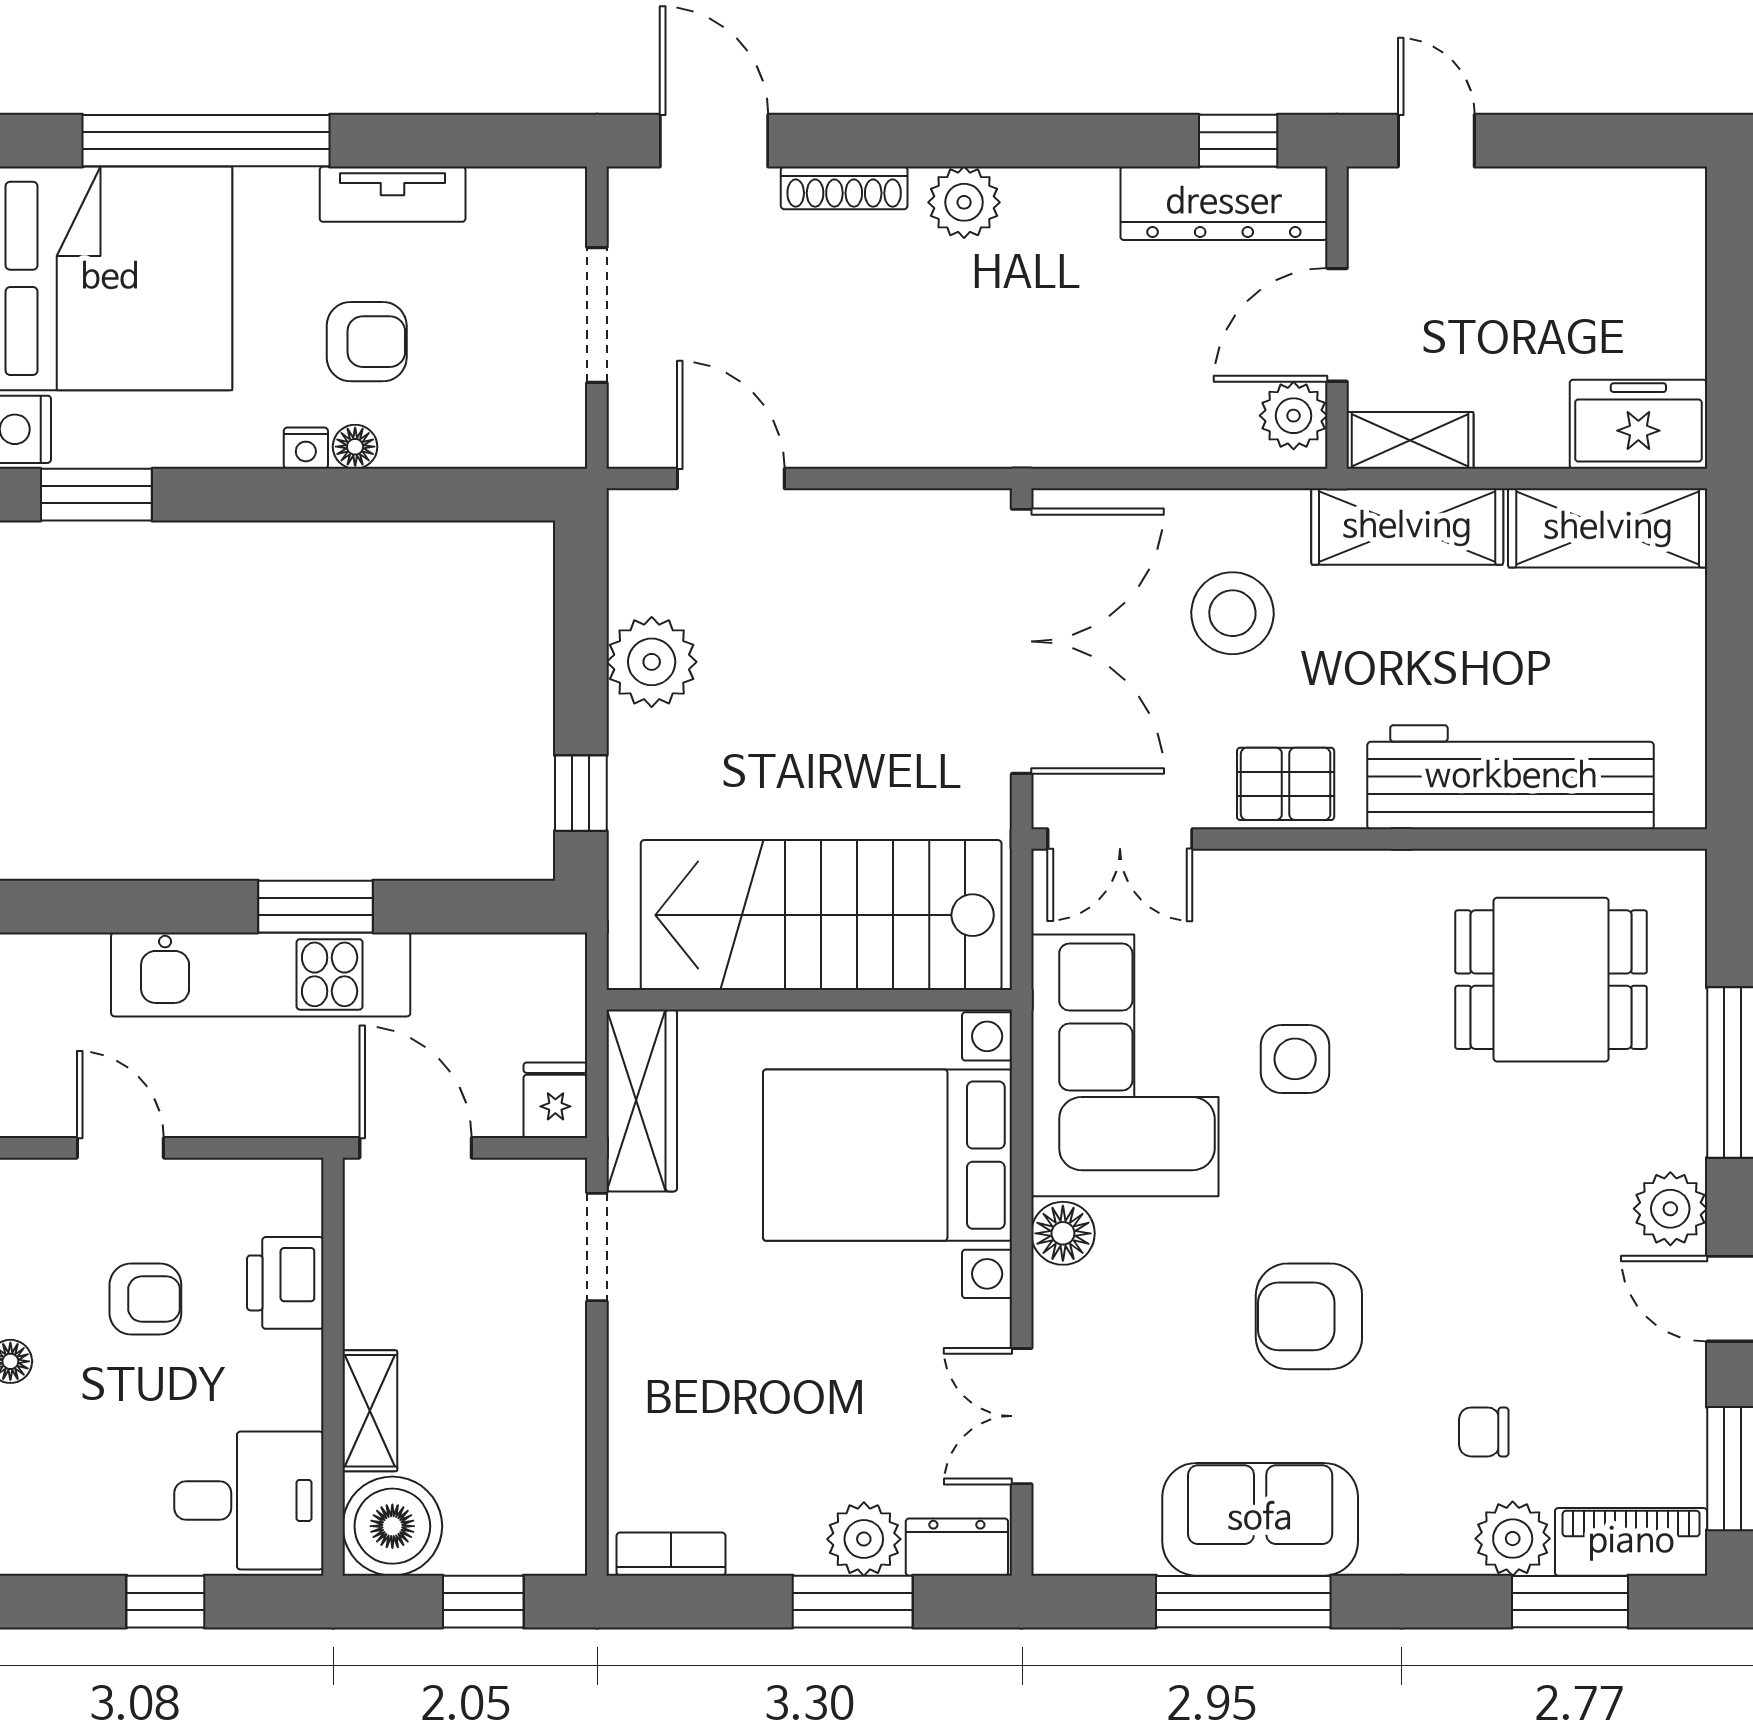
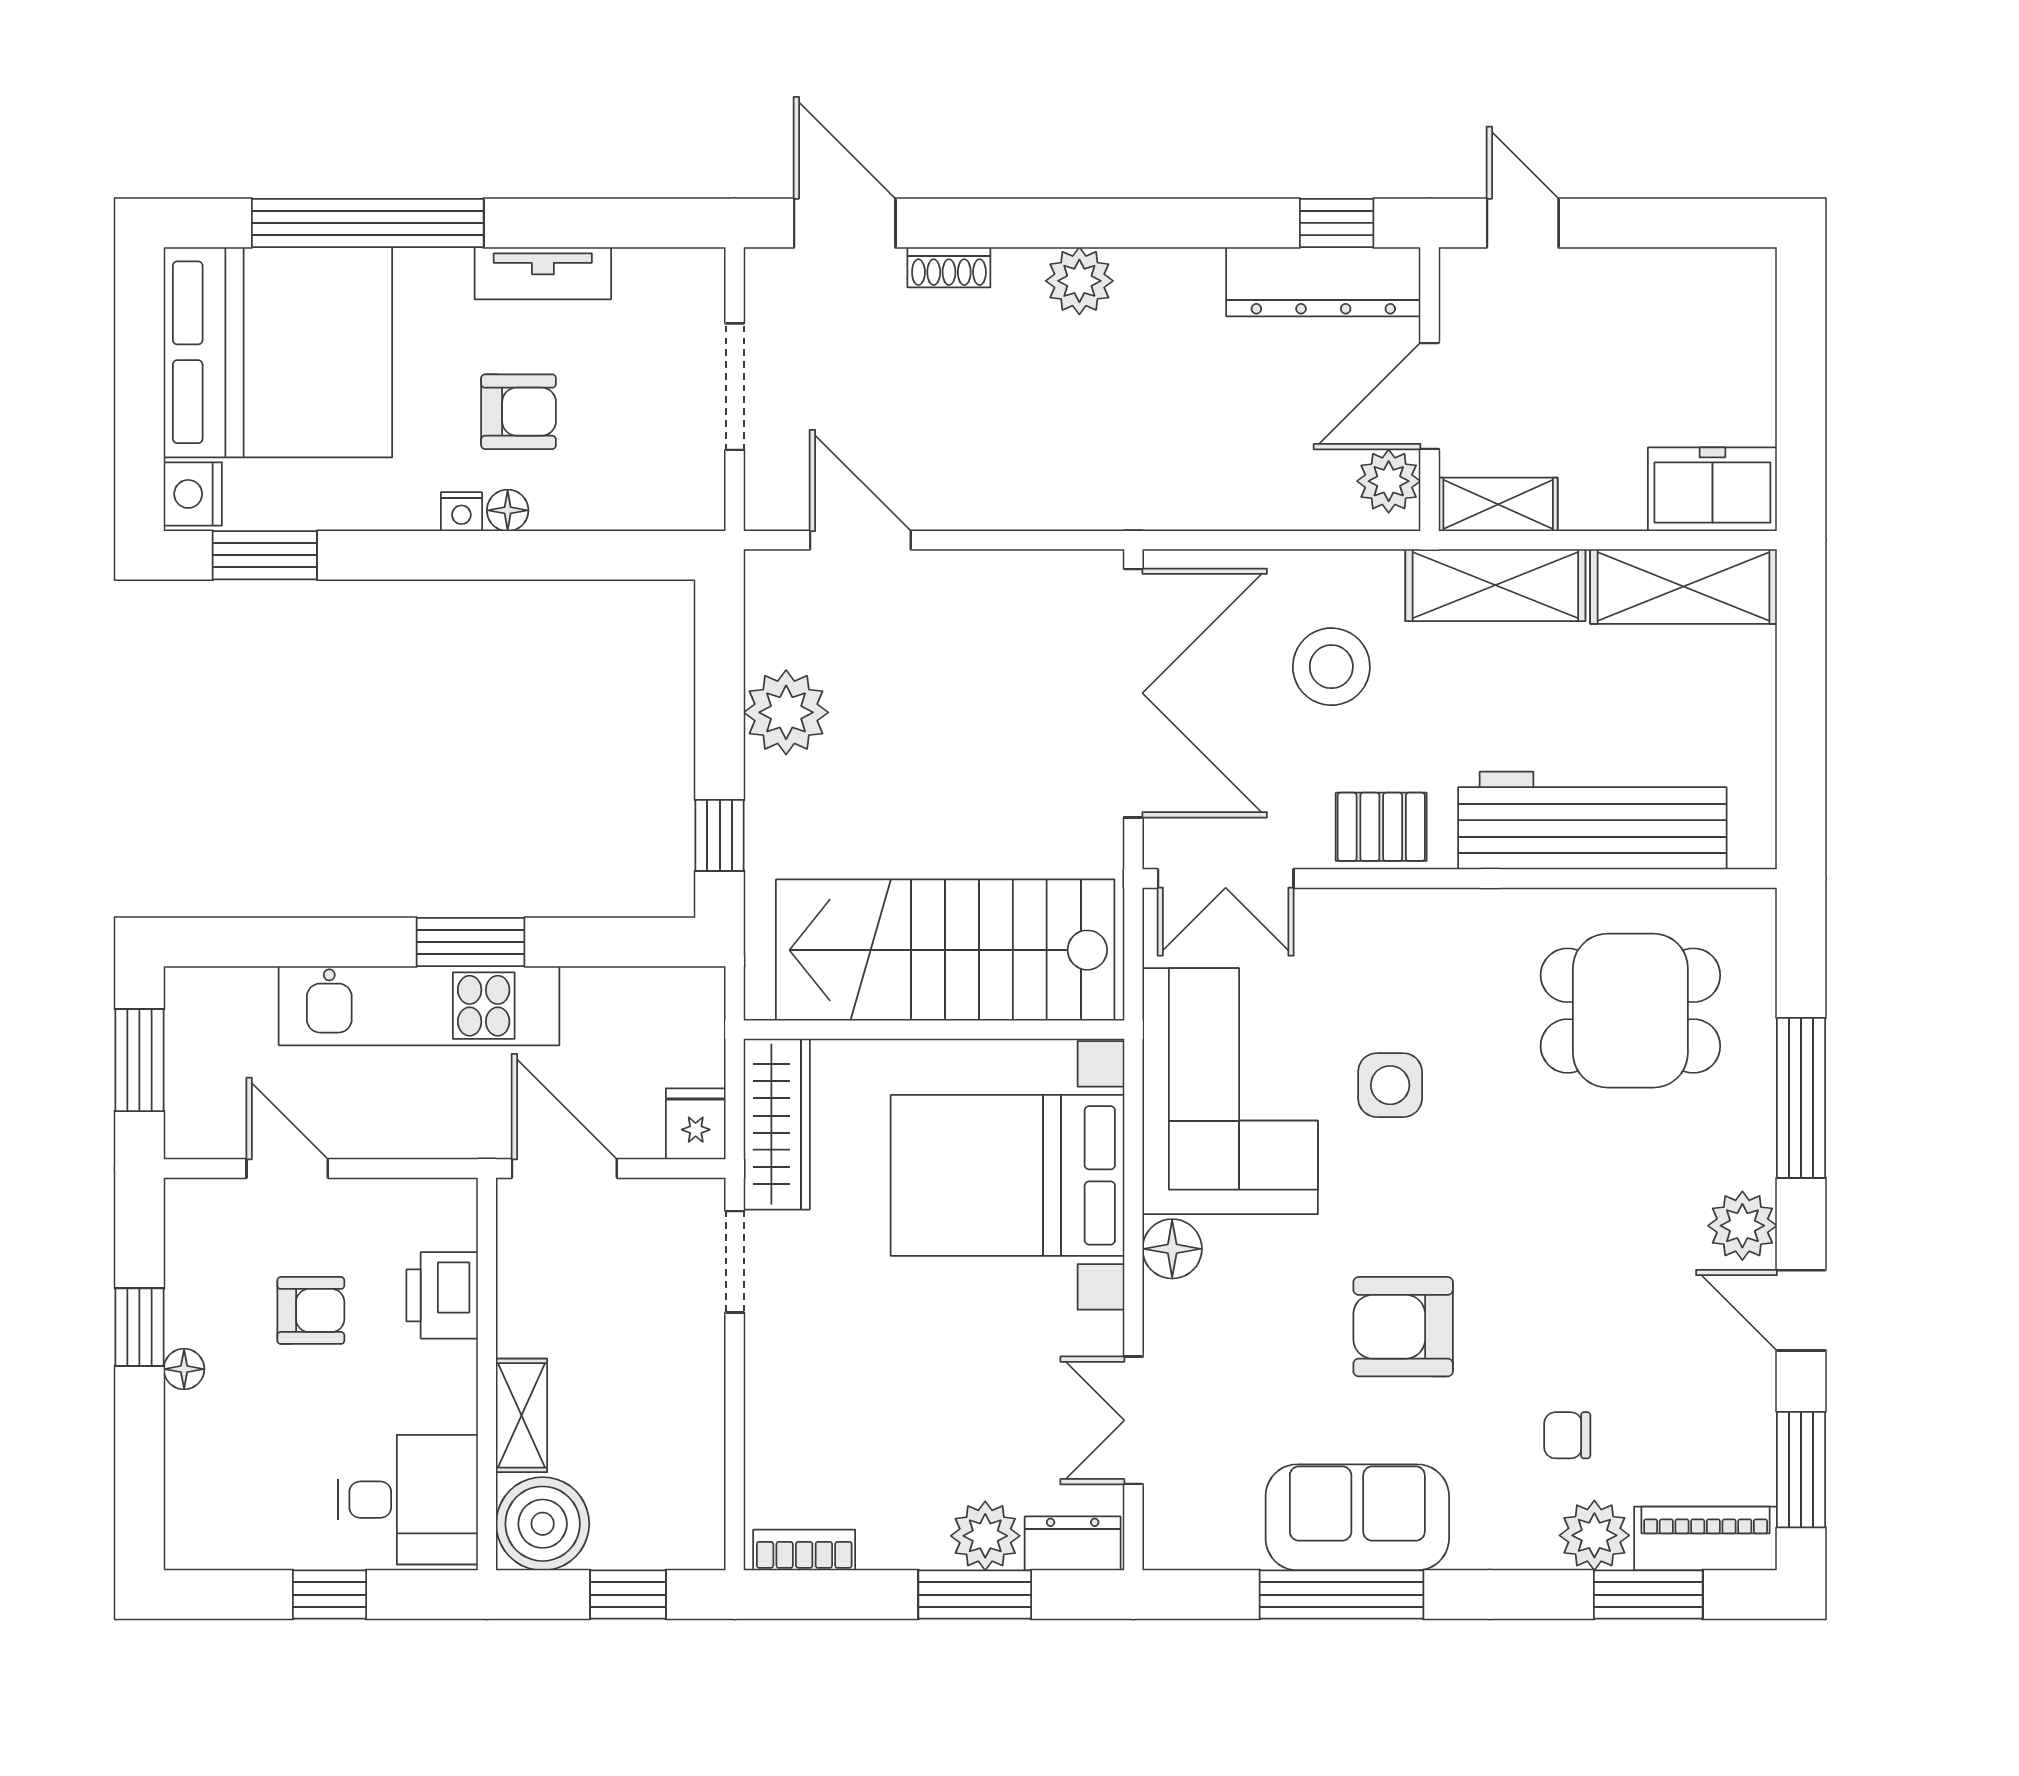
shoe rack: (844, 188) -> (949, 267), width x0.70

